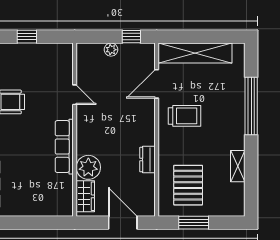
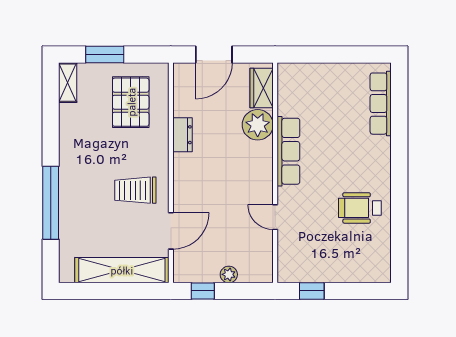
window: (27, 37) -> (312, 291), moved
shelving: (238, 166) -> (68, 83), moved
door: (123, 223) -> (214, 55), hinge flipped
window: (194, 223) -> (105, 55), moved

